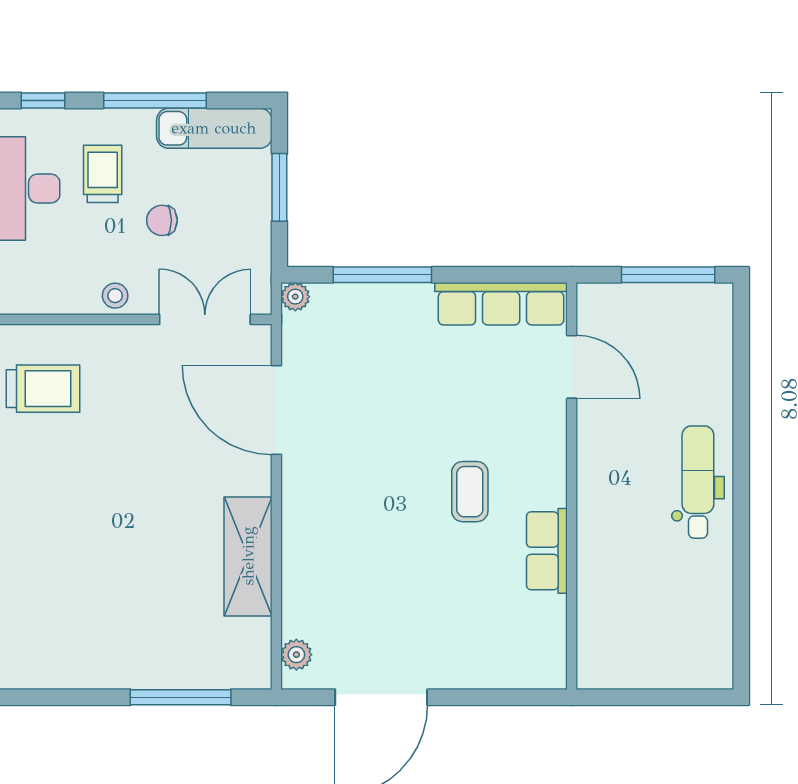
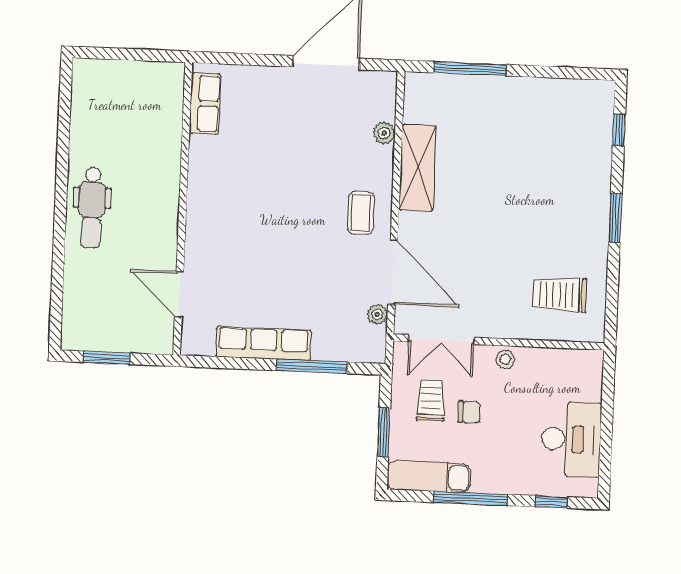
trolley: (103, 174) -> (431, 400), moved, turned 180
window: (668, 275) -> (107, 358), width x0.69
plant: (295, 297) -> (377, 314), moved
row of seats: (501, 304) -> (264, 343), moved
coffee table: (470, 492) -> (361, 213), moved
row of seats: (547, 551) -> (205, 104), moved
plant: (296, 655) -> (384, 133), moved

